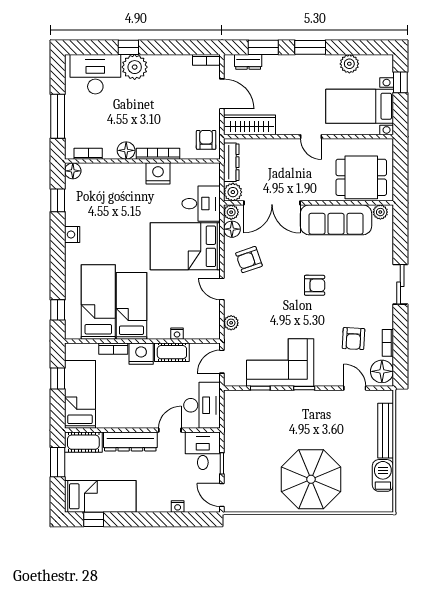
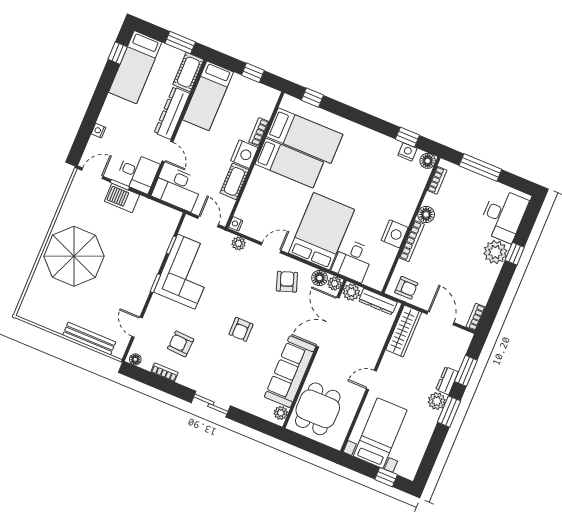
dresser: (248, 62) -> (447, 381), moved
plant: (349, 64) -> (437, 401), moved
door: (222, 94) -> (440, 318), swing flipped
nightstand: (72, 235) -> (407, 152), moved
nightstand: (177, 334) -> (236, 224), moved
floor lamp: (382, 371) -> (135, 359), width x0.53, depth x0.53
door: (355, 388) -> (137, 327), swing flipped
bed: (80, 394) -> (208, 96), moved, turned 90
barbecue: (383, 475) -> (122, 198), moved, turned 180

